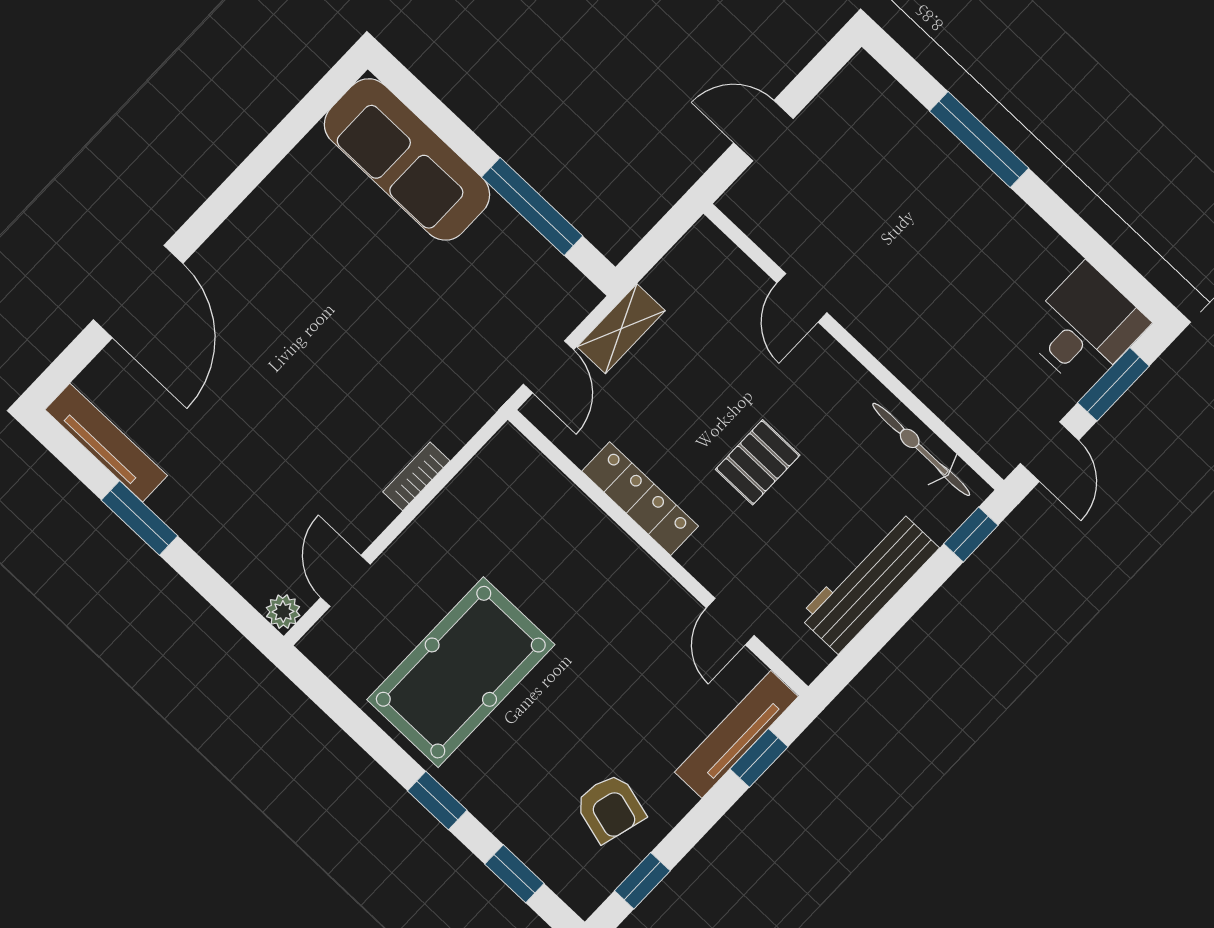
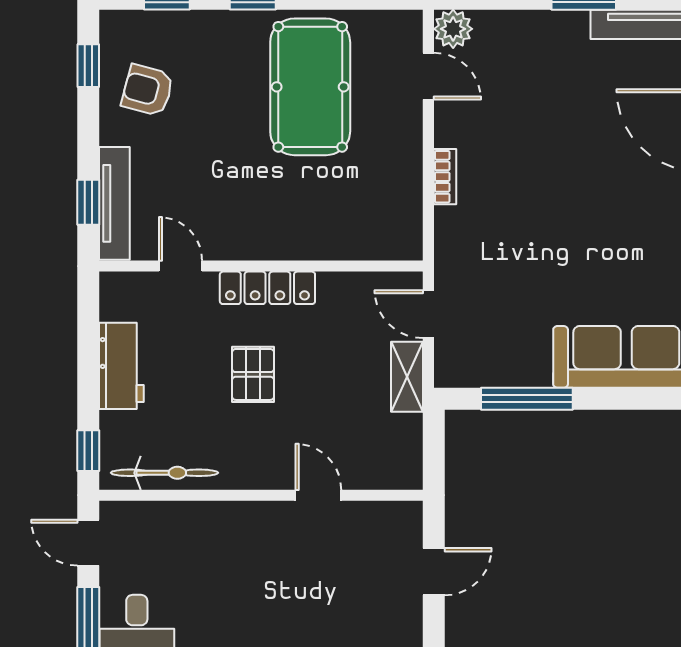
locker: (640, 499) -> (267, 288), moved
workbench: (869, 582) -> (121, 366), width x0.73
plant: (283, 612) -> (453, 29), width x1.38, depth x1.38

